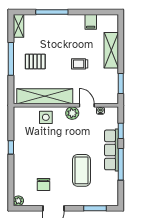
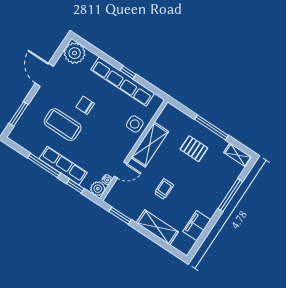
filing cabinet: (91, 22) -> (197, 226), width x2.00
pallet: (35, 62) -> (194, 149), turned 90
shelving: (45, 96) -> (150, 145), width x0.68
plant: (72, 113) -> (98, 189), moved
row of seats: (20, 147) -> (123, 82), added
chair: (43, 185) -> (85, 105), moved
plant: (18, 201) -> (75, 53), width x1.88, depth x1.88

